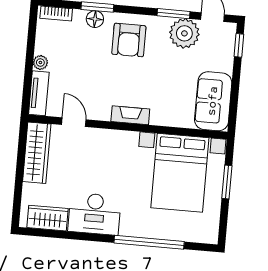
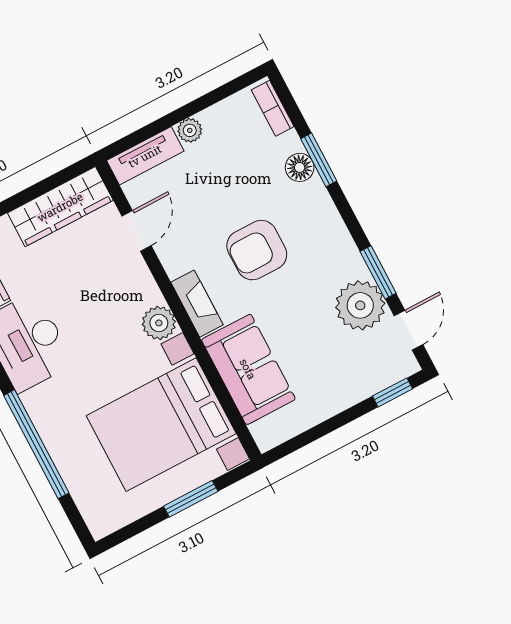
armchair: (129, 40) -> (257, 250), moved
sofa: (213, 101) -> (248, 369), moved, turned 90
plant: (128, 141) -> (159, 323), added

